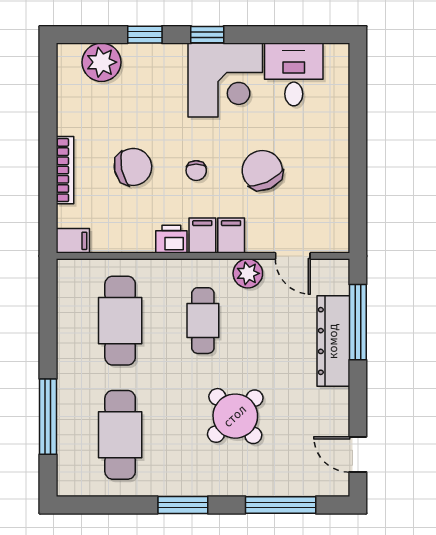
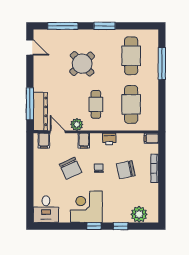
desk: (294, 74) -> (46, 209), moved
filing cabinet: (202, 235) -> (44, 141), moved
dresser: (333, 341) -> (40, 111), moved

